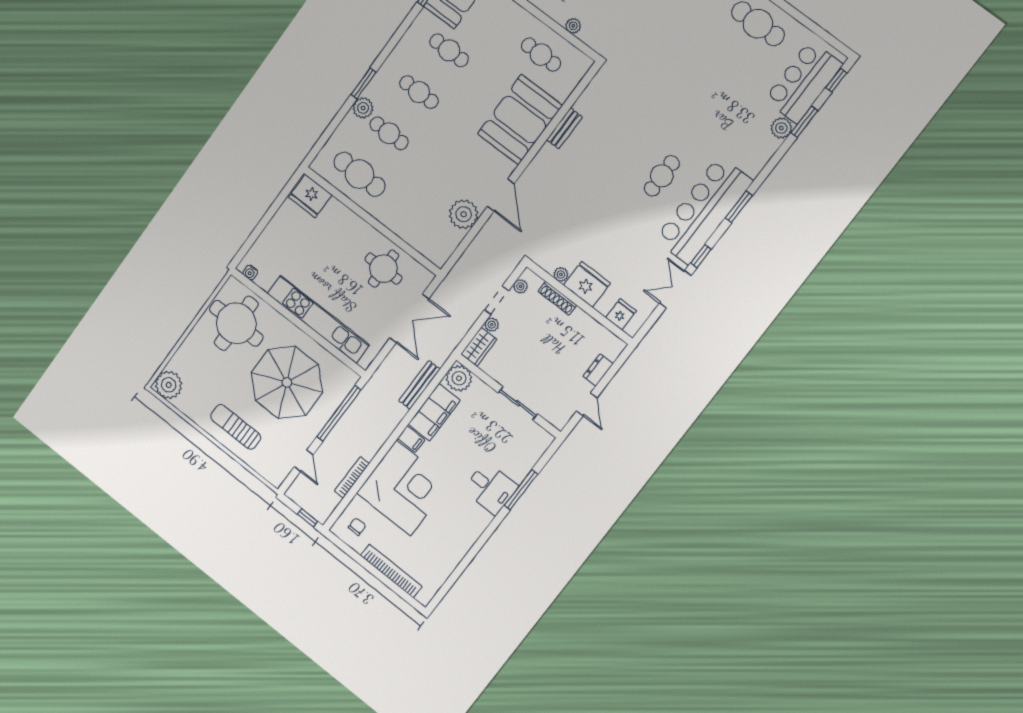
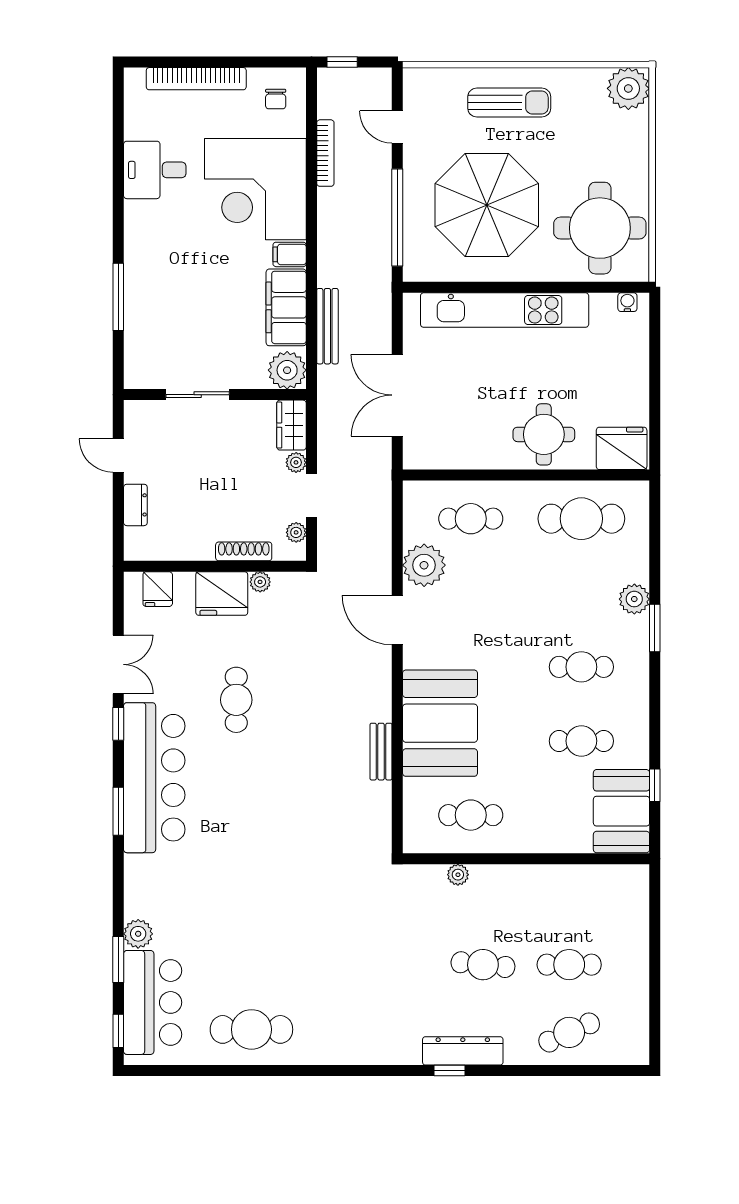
cafe table: (389, 133) -> (471, 519), moved
cafe table: (662, 176) -> (236, 700), moved
round table: (384, 269) -> (544, 434), moved
desk: (490, 488) -> (155, 170), moved

